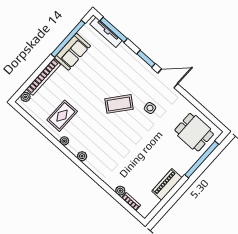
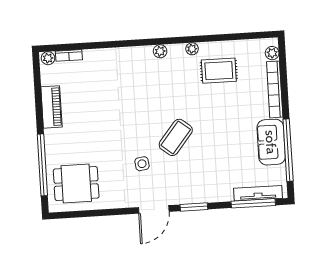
rug: (62, 116) -> (219, 71), turned 90
plant: (120, 191) -> (48, 58), moved

